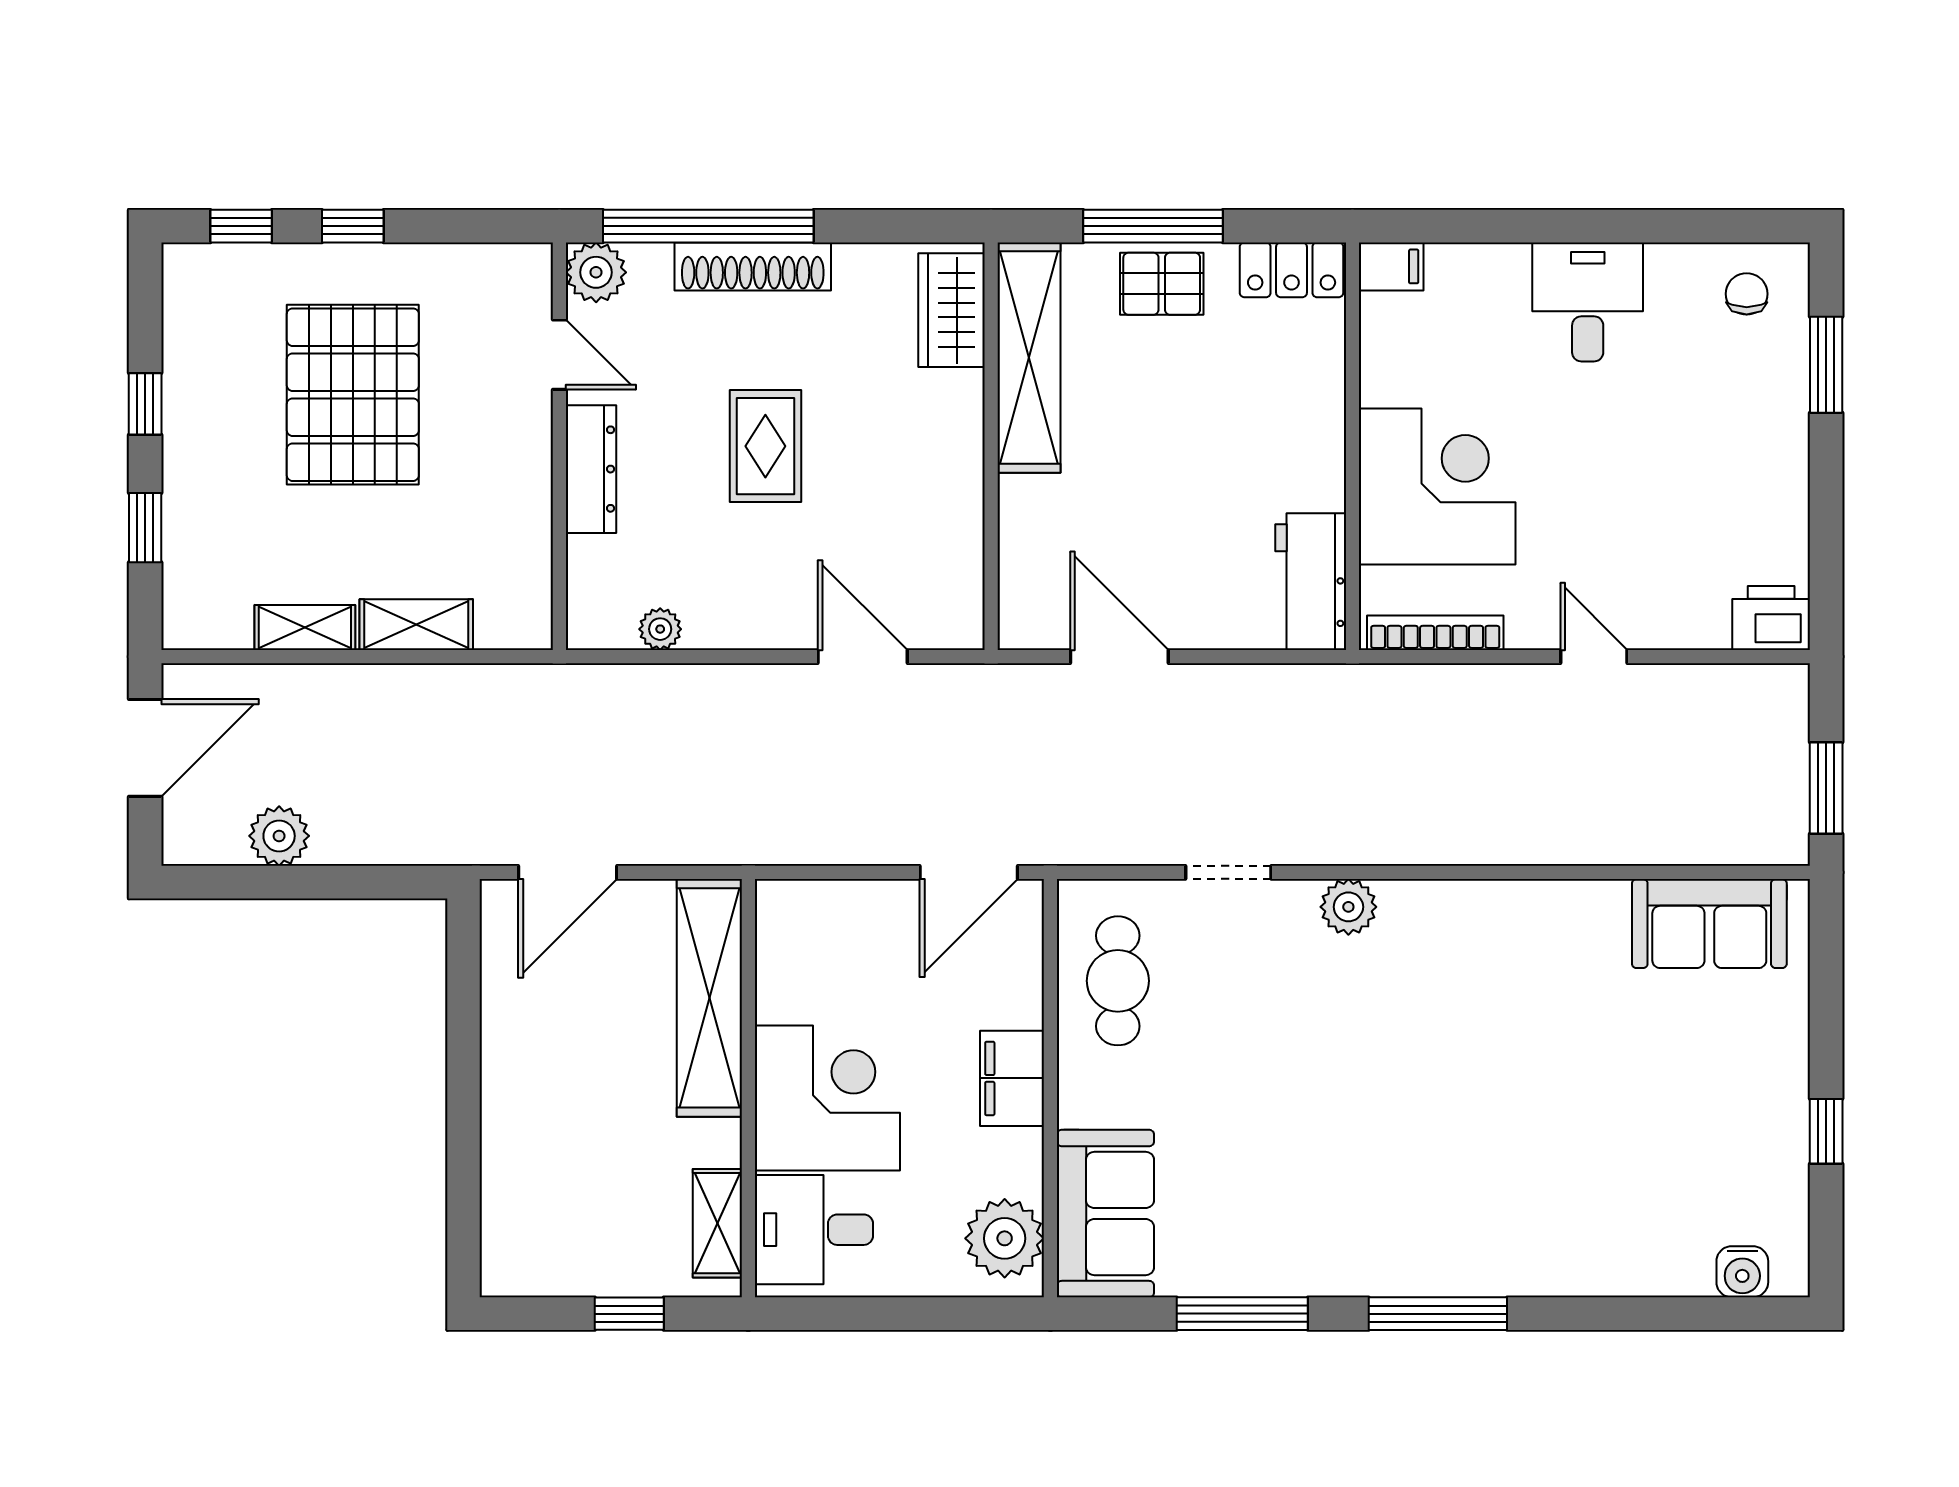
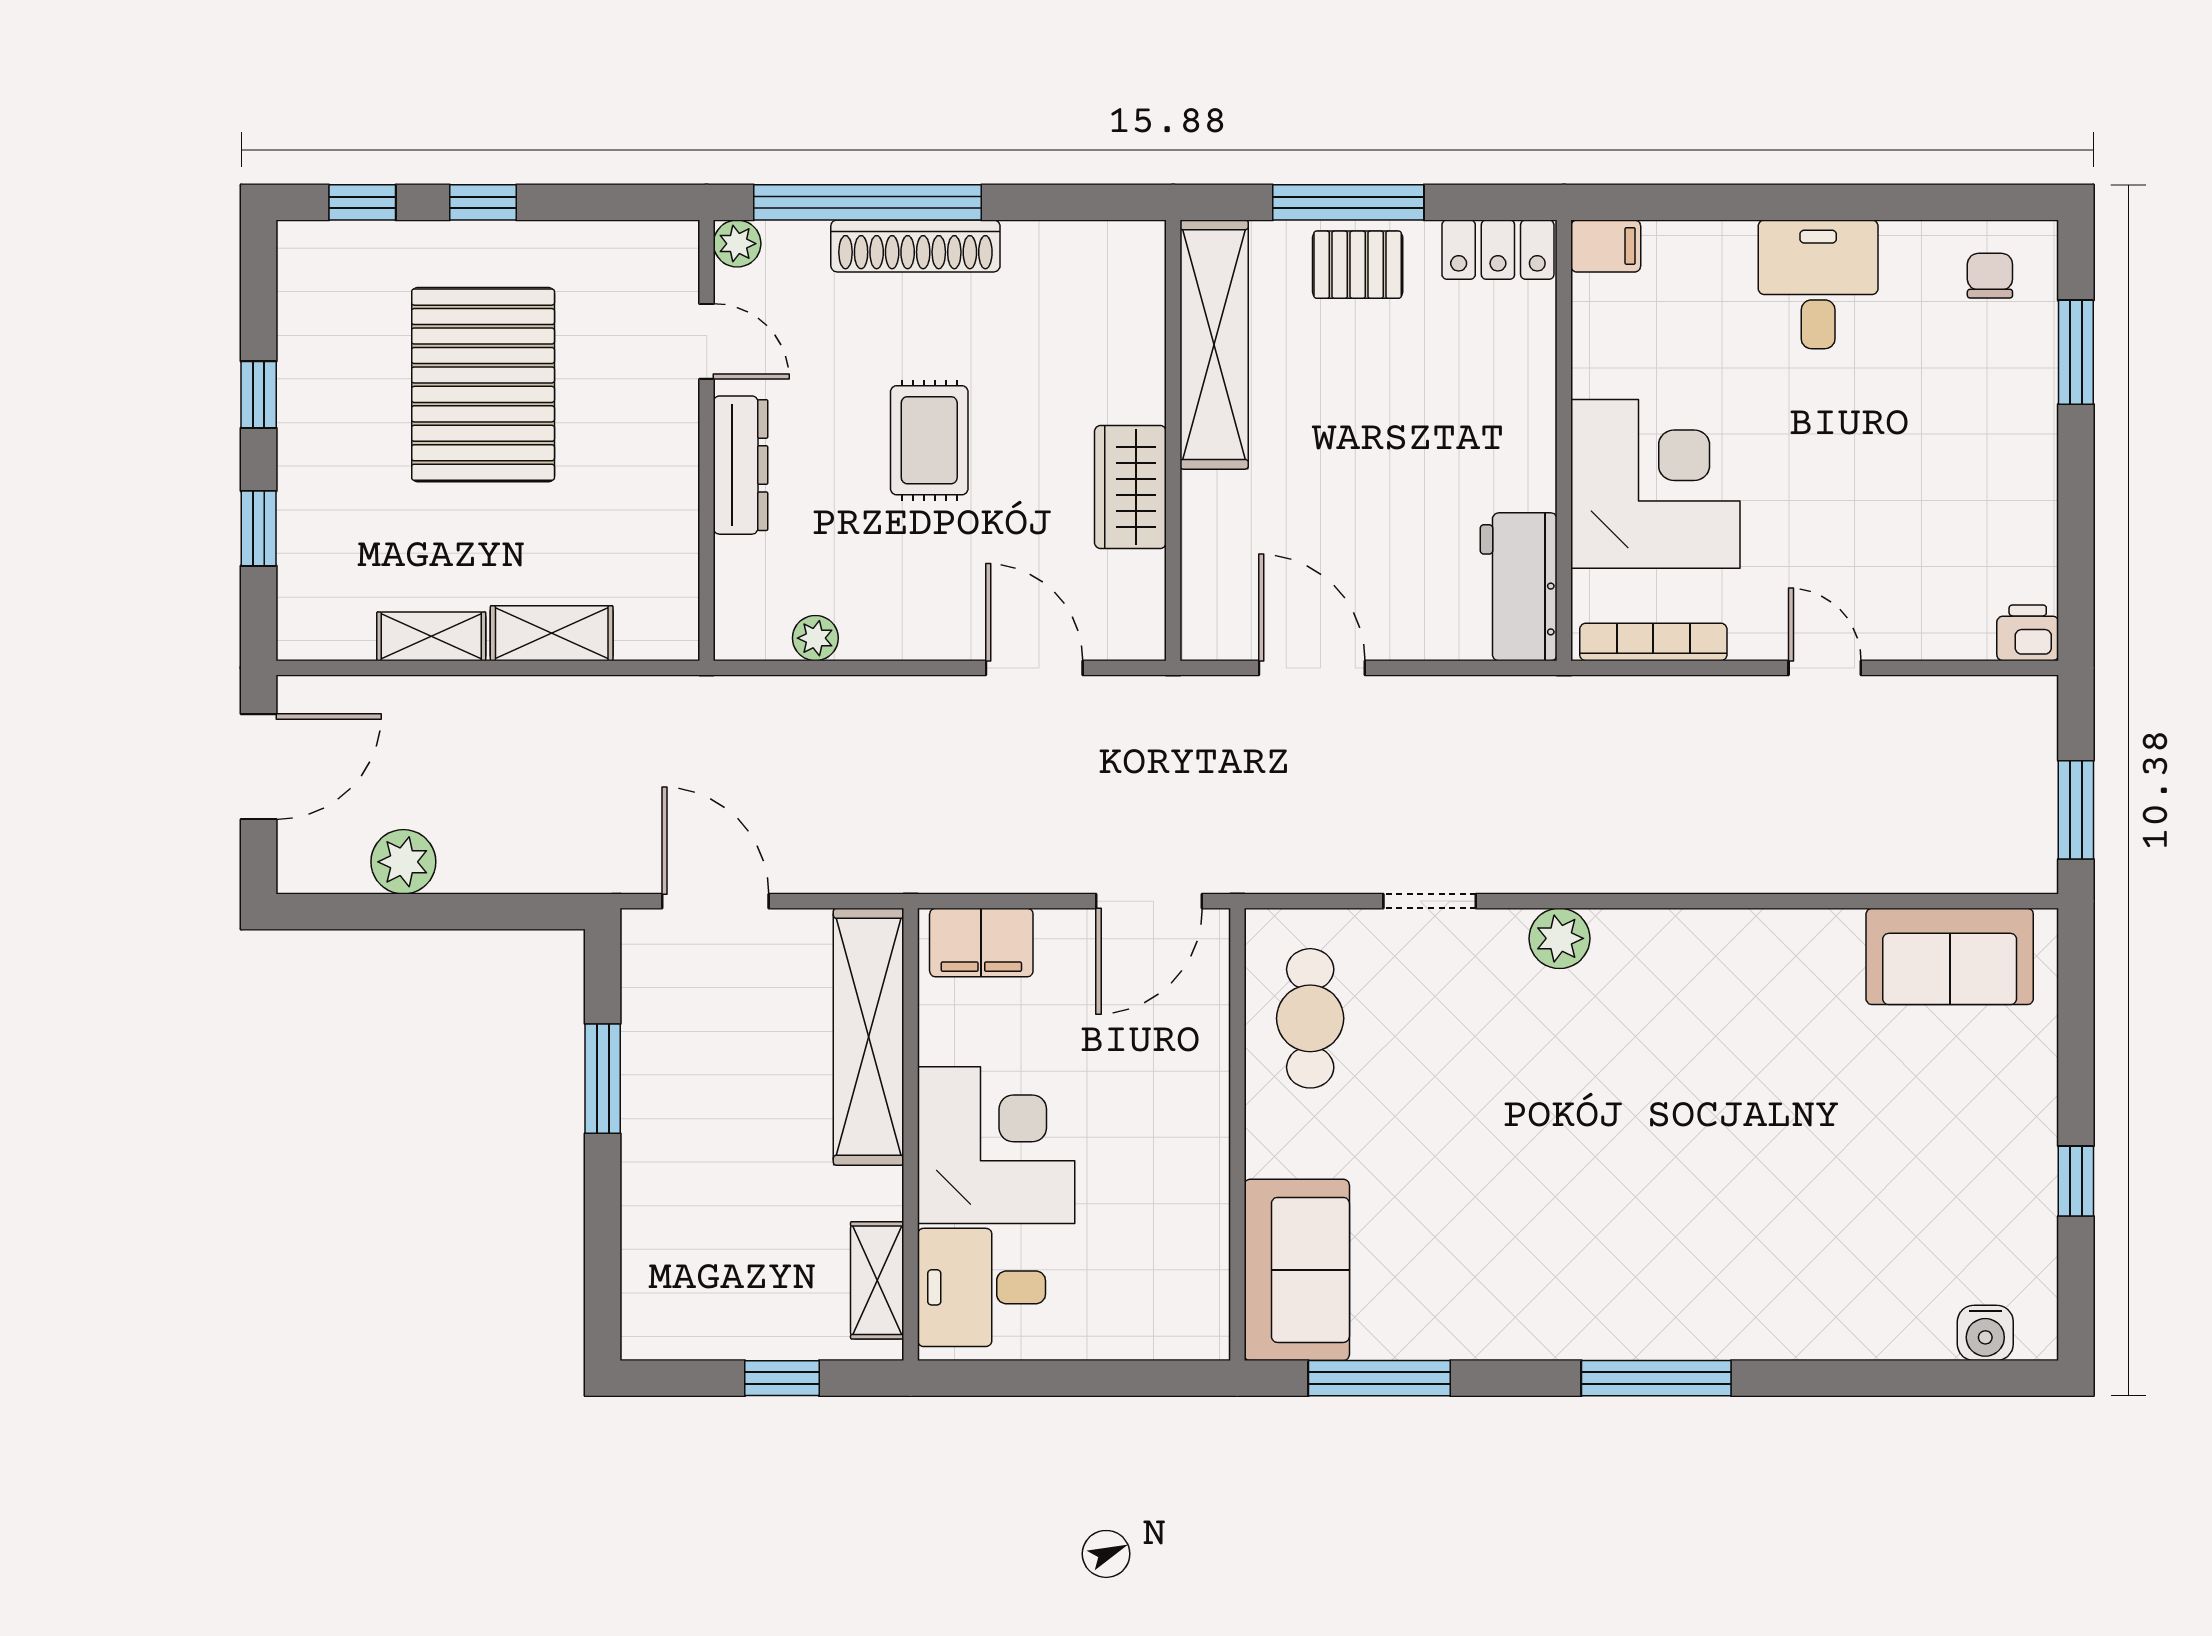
plant: (596, 272) -> (737, 244), width x0.73, depth x0.73
wardrobe: (952, 310) -> (1130, 487), moved
printer: (1771, 618) -> (2028, 633), width x0.73, depth x0.81
door: (568, 872) -> (715, 901), swing flipped
window: (463, 1037) -> (603, 1079), added
filing cabinet: (1012, 1078) -> (981, 943), moved, turned -90
plant: (1005, 1238) -> (1188, 1297), removed
window: (1242, 1314) -> (1379, 1378), moved

